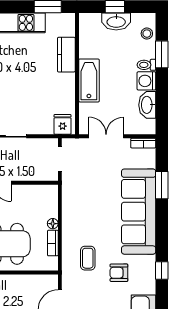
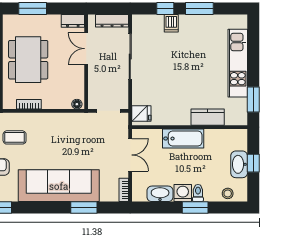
window: (162, 54) -> (195, 208), moved
floor lamp: (53, 224) -> (77, 104), moved

